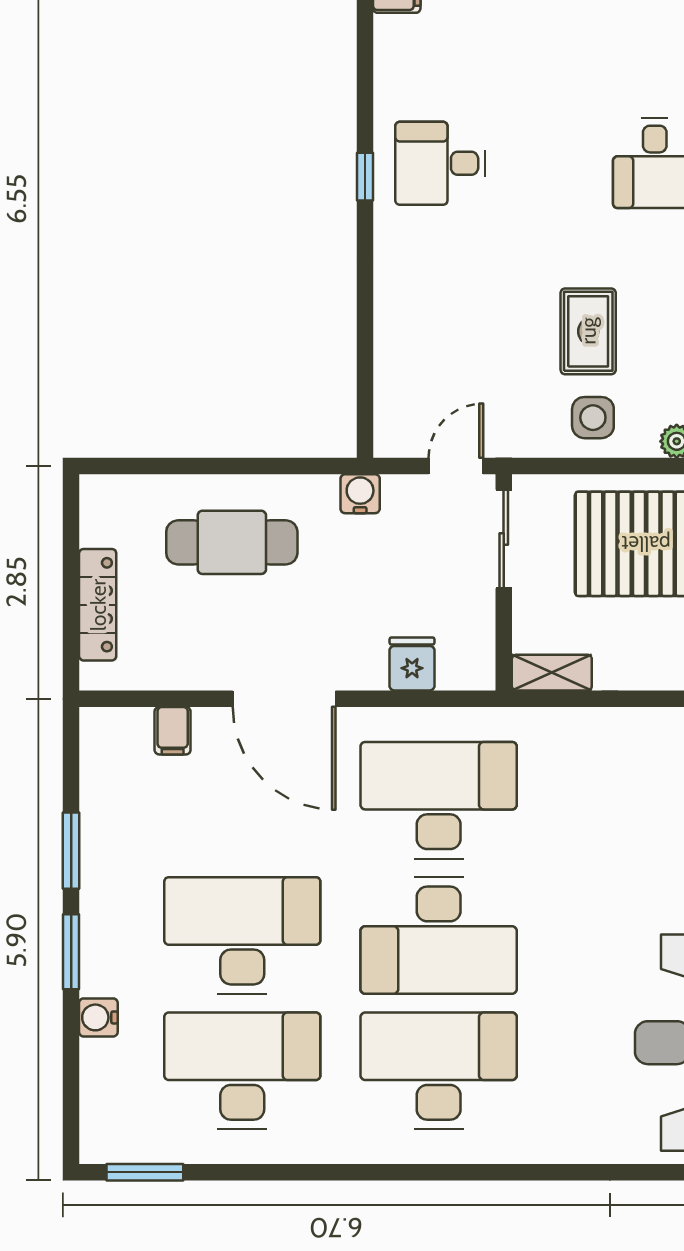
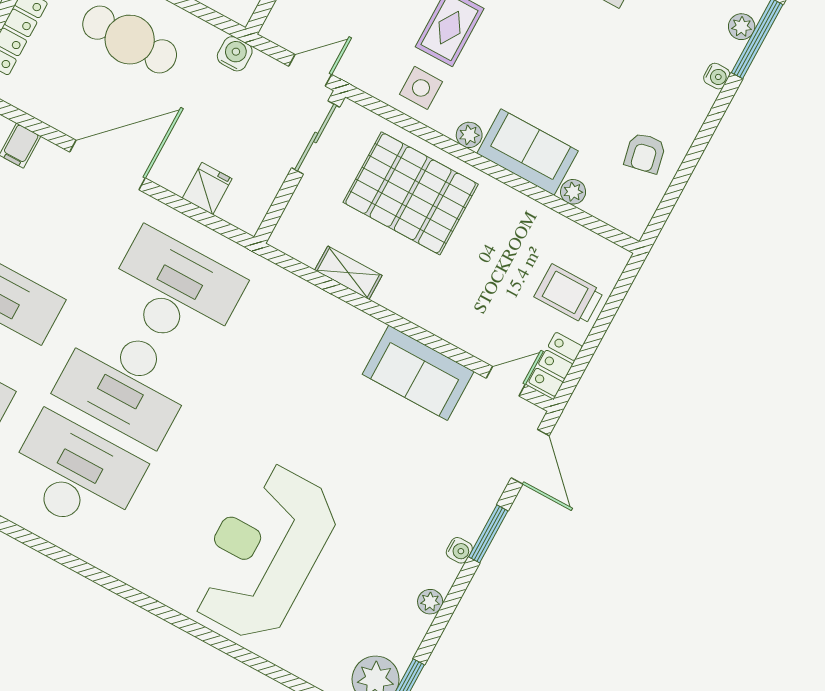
shelving: (552, 673) -> (348, 273), moved
door: (284, 699) -> (108, 165), swing flipped

